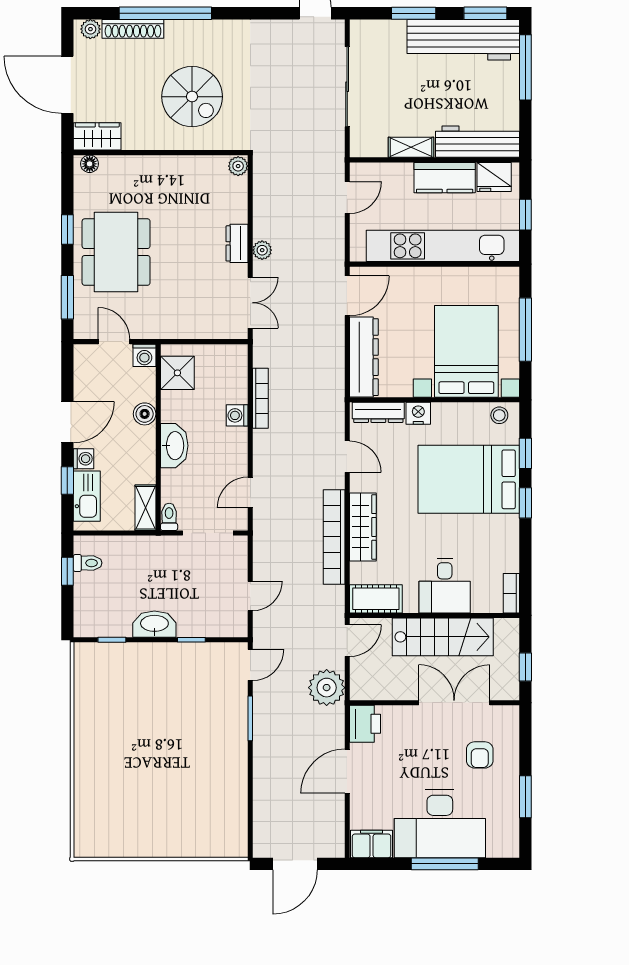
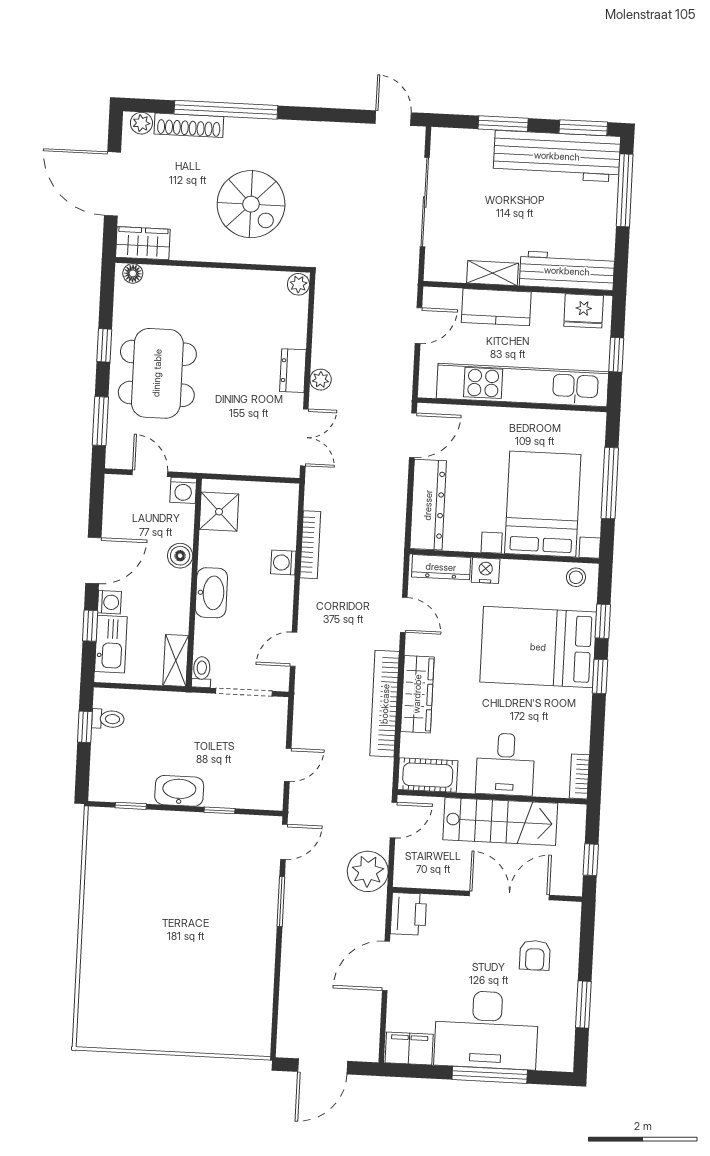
kitchen counter: (445, 178) -> (496, 307), moved

